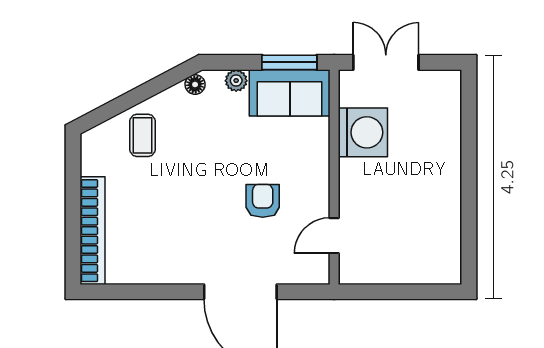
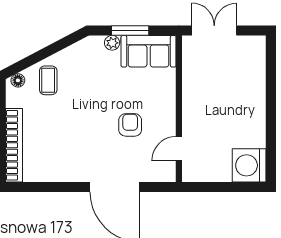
window: (289, 62) -> (130, 30), moved
floor lamp: (195, 84) -> (18, 80), moved
washing machine: (363, 132) -> (249, 165), moved, turned 180

